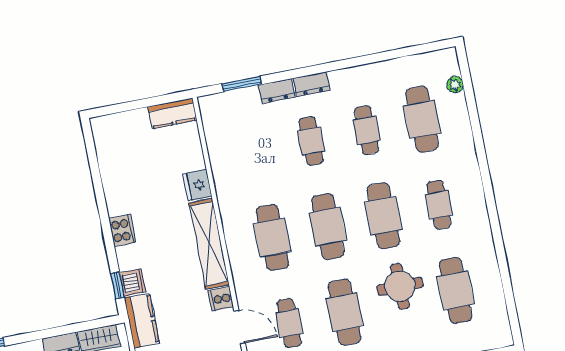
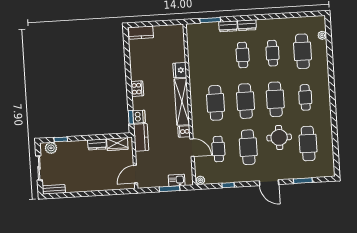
kitchen counter: (172, 113) -> (141, 33), moved

